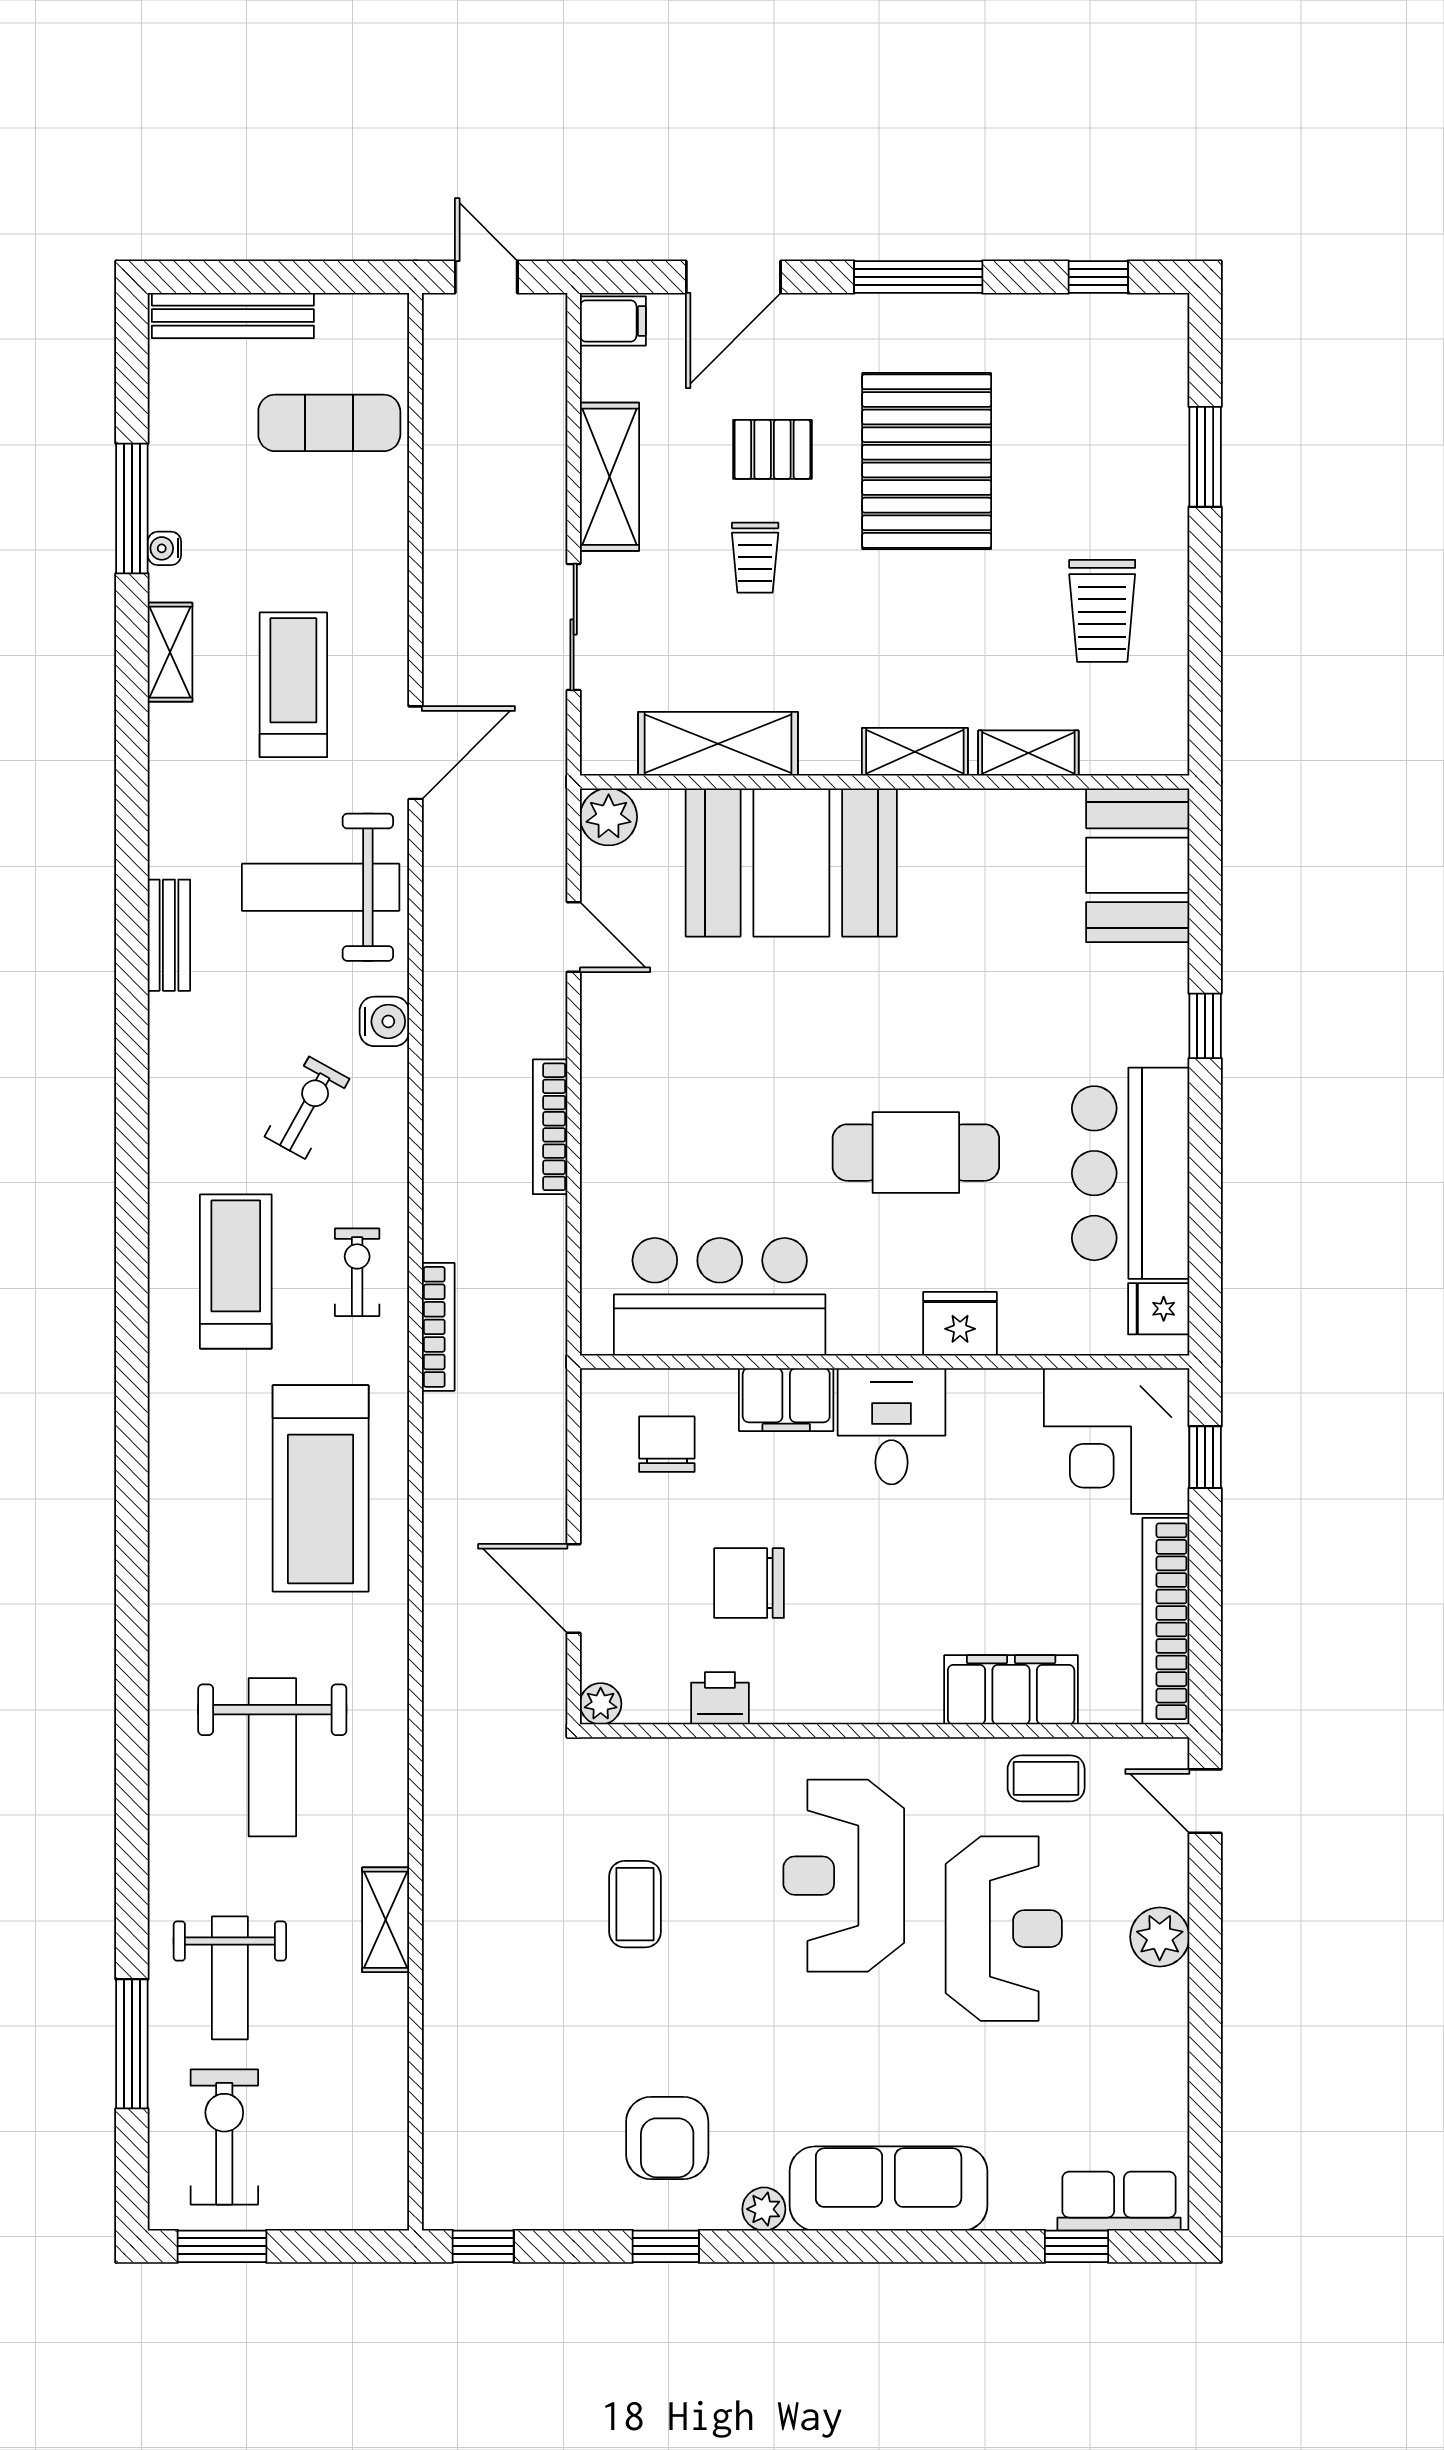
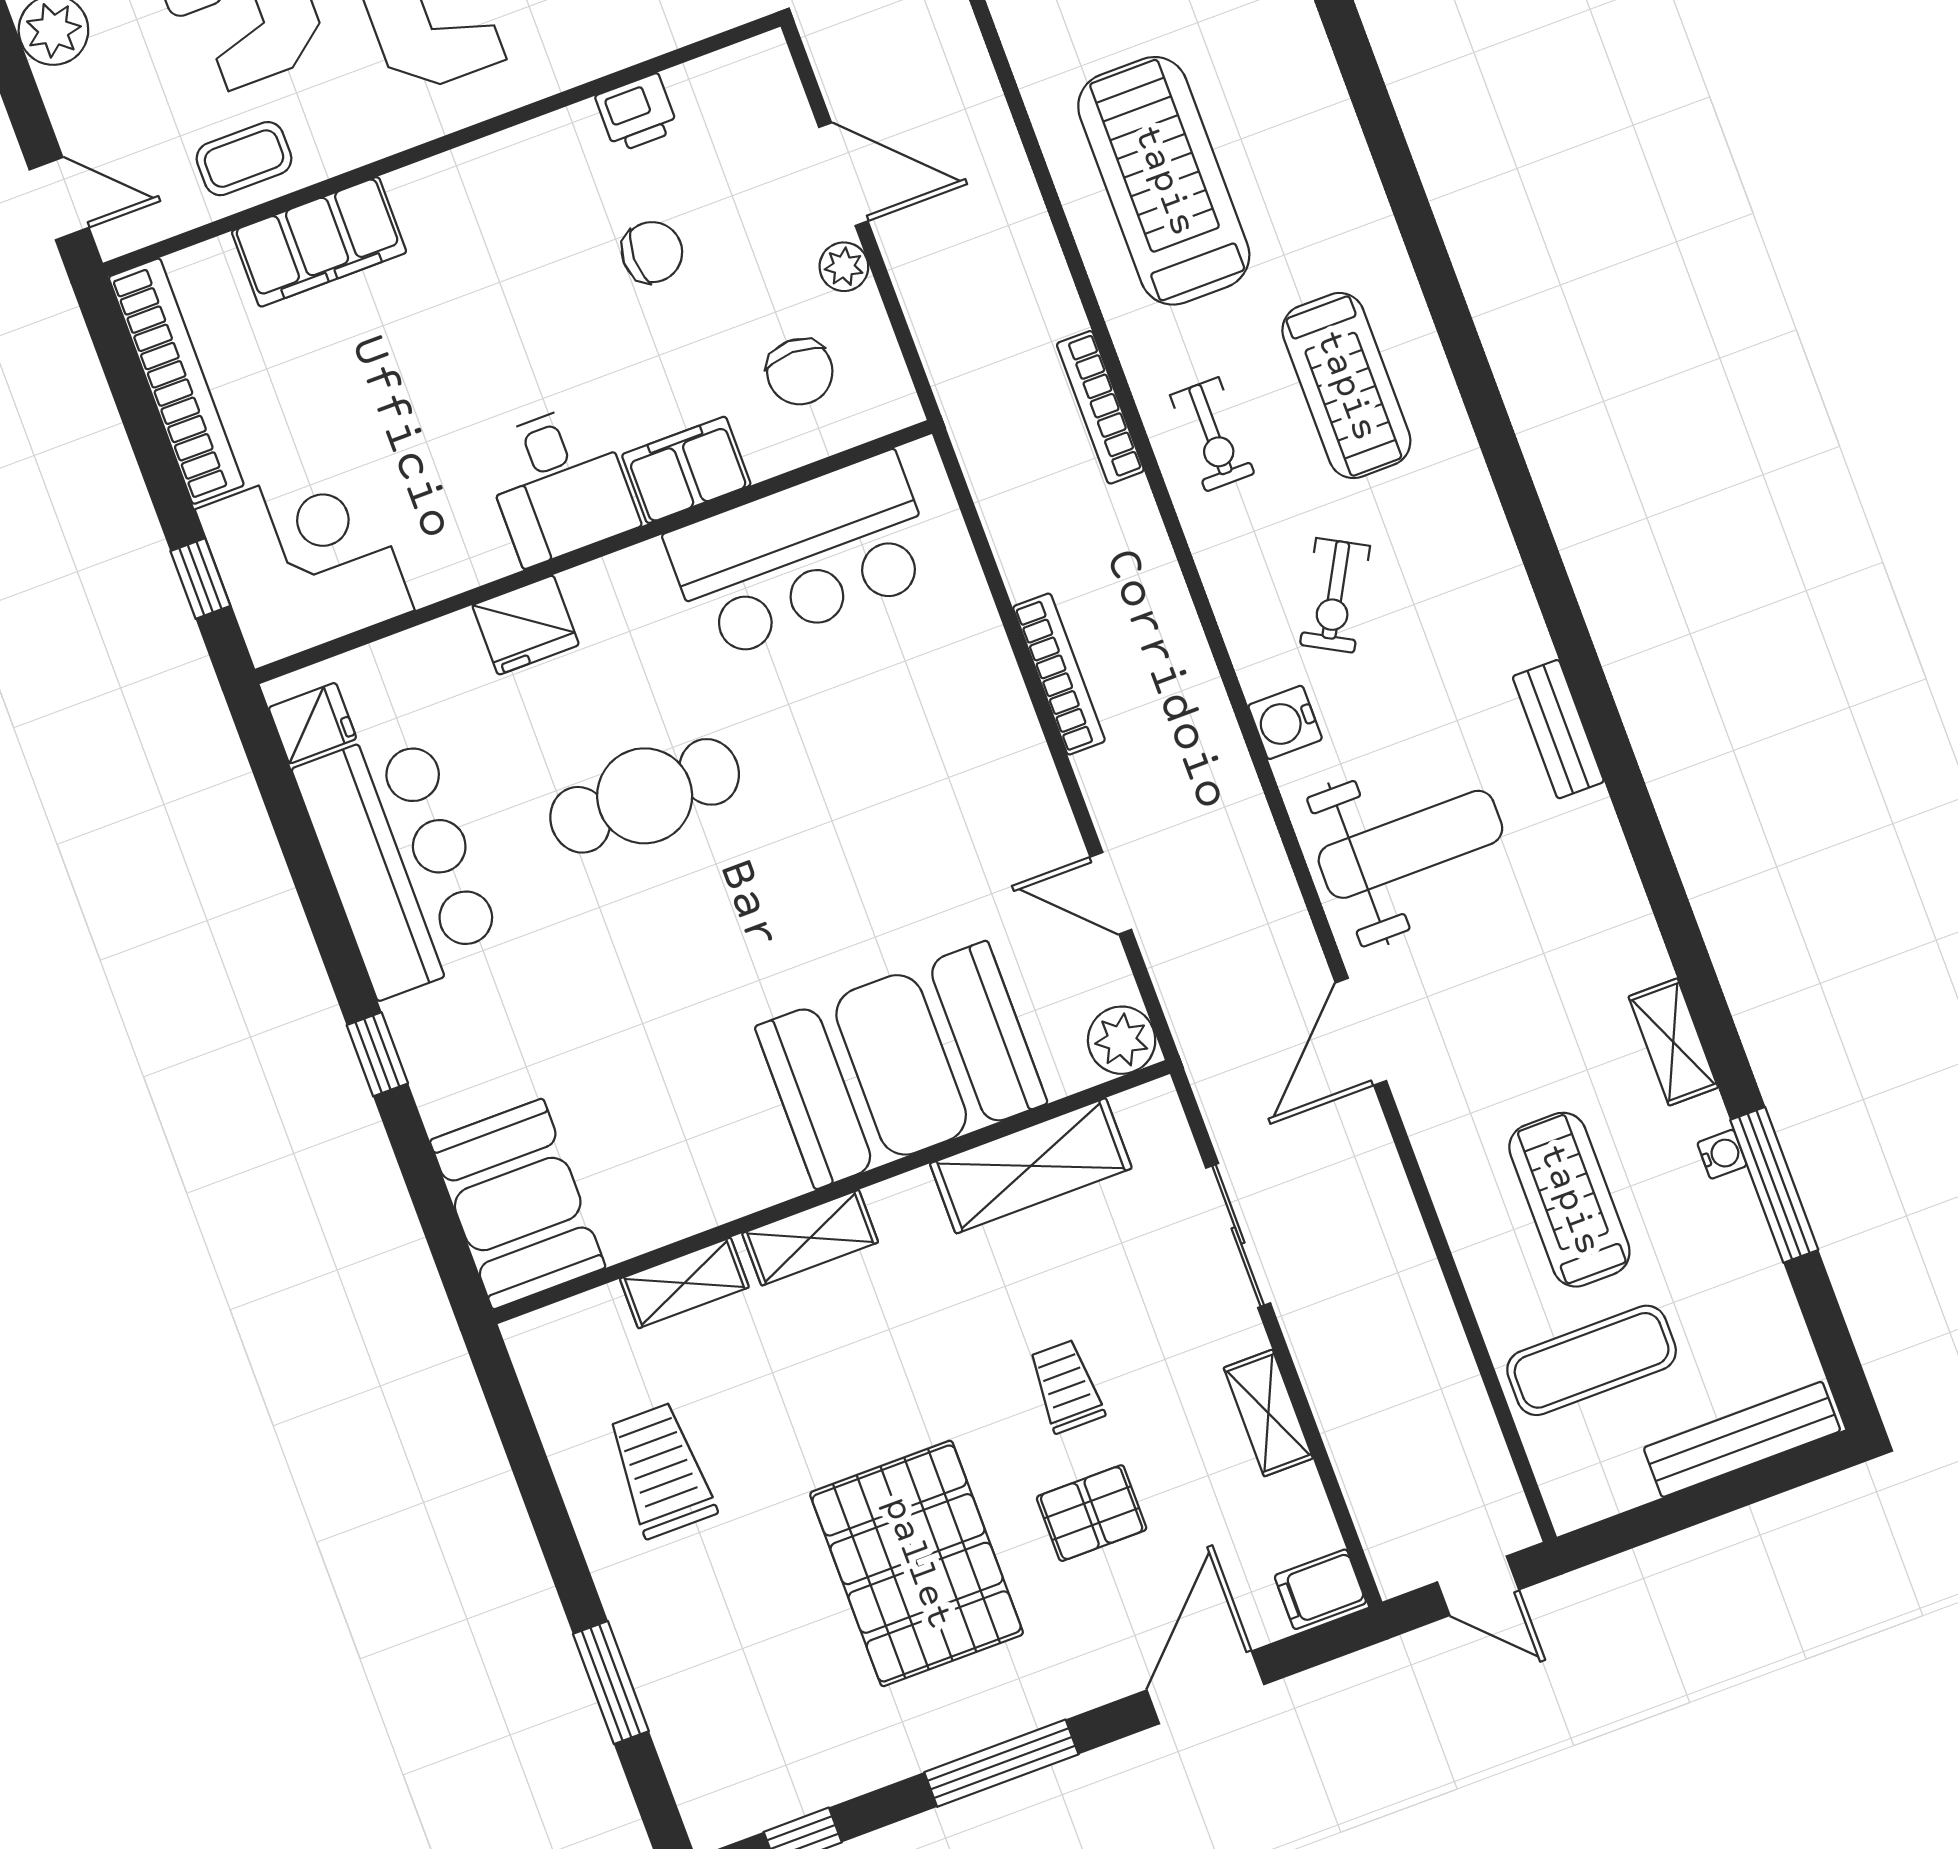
shelving: (610, 477) -> (1268, 1413), width x0.67, depth x0.75
treadmill: (293, 685) -> (1569, 1200), moved, turned 180
chair: (749, 1583) -> (652, 252), width x0.73, depth x0.73
plant: (601, 1704) -> (844, 267), moved

